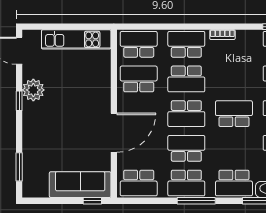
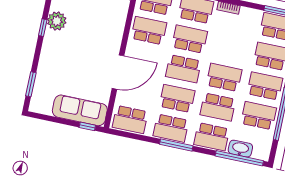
school desk: (186, 79) -> (190, 39), turned 180
school desk: (234, 148) -> (218, 107), added

